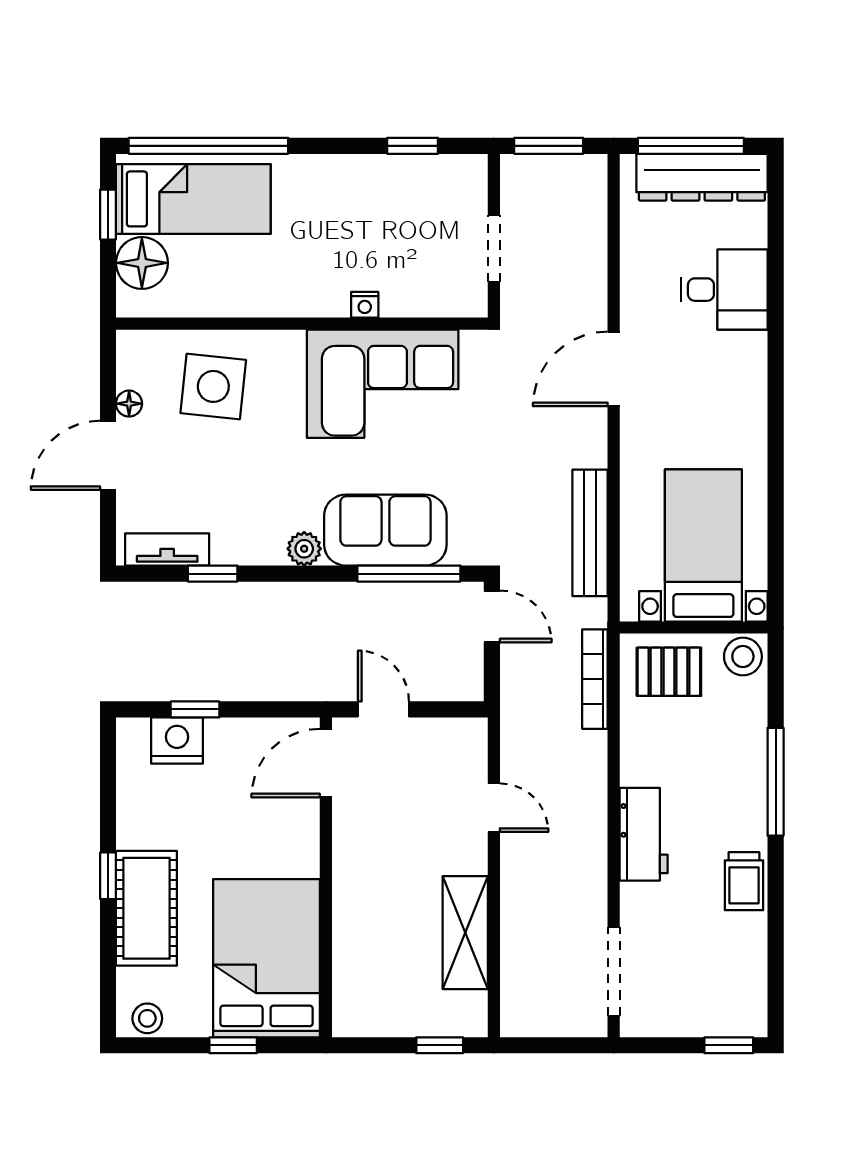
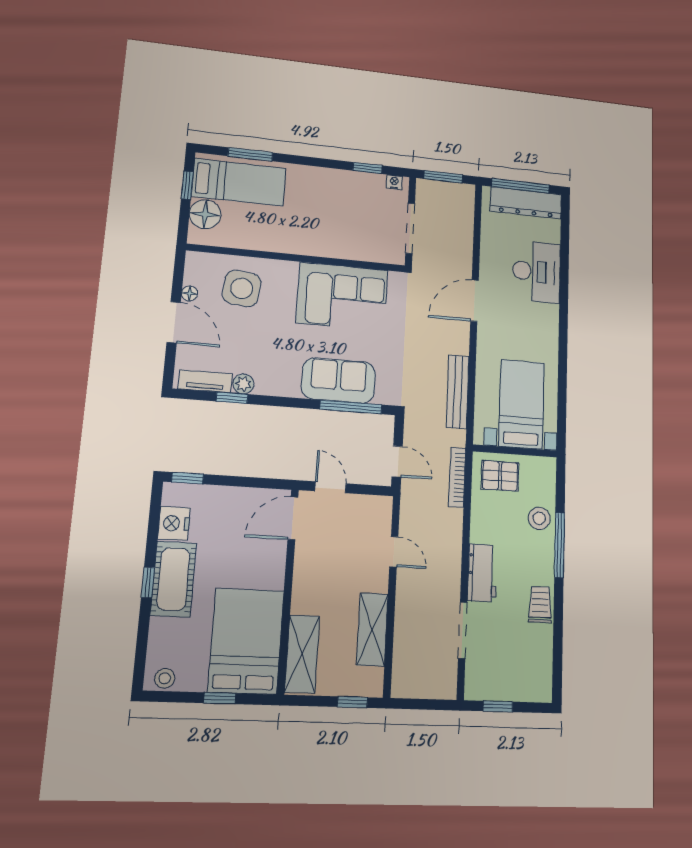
window: (208, 146) -> (250, 154), width x0.47
doorway: (494, 249) -> (410, 228), width x1.38
desk: (724, 290) -> (536, 272), width x1.37
nightstand: (365, 305) -> (394, 182), moved, turned 180
door: (108, 455) -> (174, 322), swing flipped
plant: (304, 549) -> (243, 384), moved
door: (492, 616) -> (397, 461), moved
stool: (743, 657) -> (539, 518), moved
window: (195, 709) -> (188, 478), moved
nightstand: (177, 741) -> (174, 523), moved, turned -90
trolley: (744, 881) -> (540, 605), turned 180
cot: (146, 908) -> (173, 579), moved
doorway: (614, 972) -> (463, 630), moved
shelving: (355, 975) -> (302, 654), added
window: (729, 1045) -> (498, 706), moved

